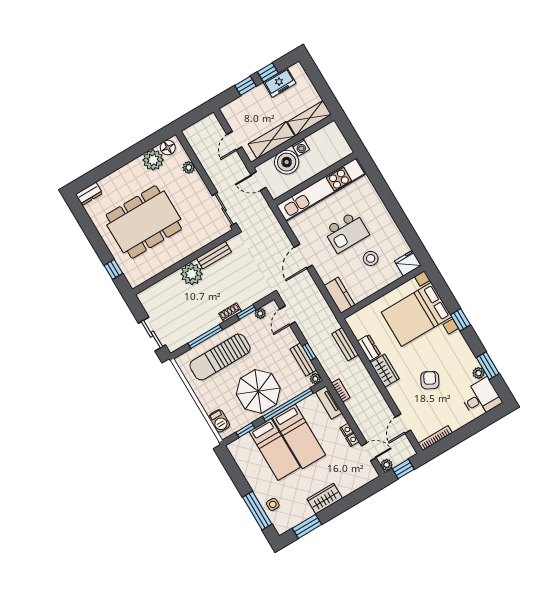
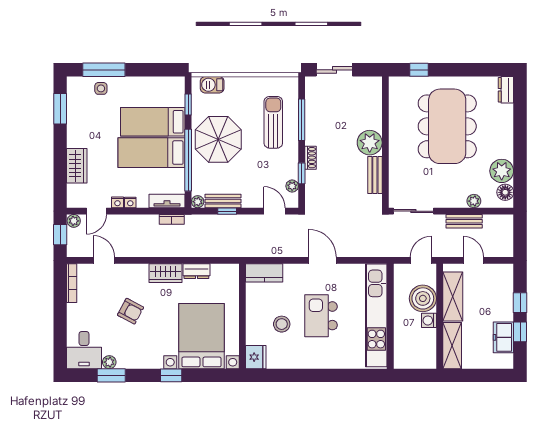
bench: (345, 344) -> (464, 221), moved
sun lounger: (220, 357) -> (273, 122), width x0.73, depth x0.75
wardrobe: (325, 499) -> (77, 166), moved

